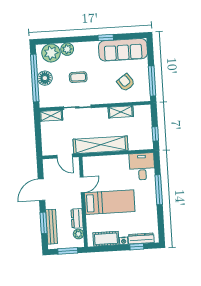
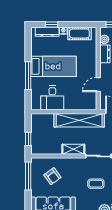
shelving: (121, 112) -> (73, 149), moved
window: (155, 134) -> (28, 139), moved
desk: (142, 167) -> (52, 98), moved
bed: (110, 202) -> (53, 66), moved, turned 180

